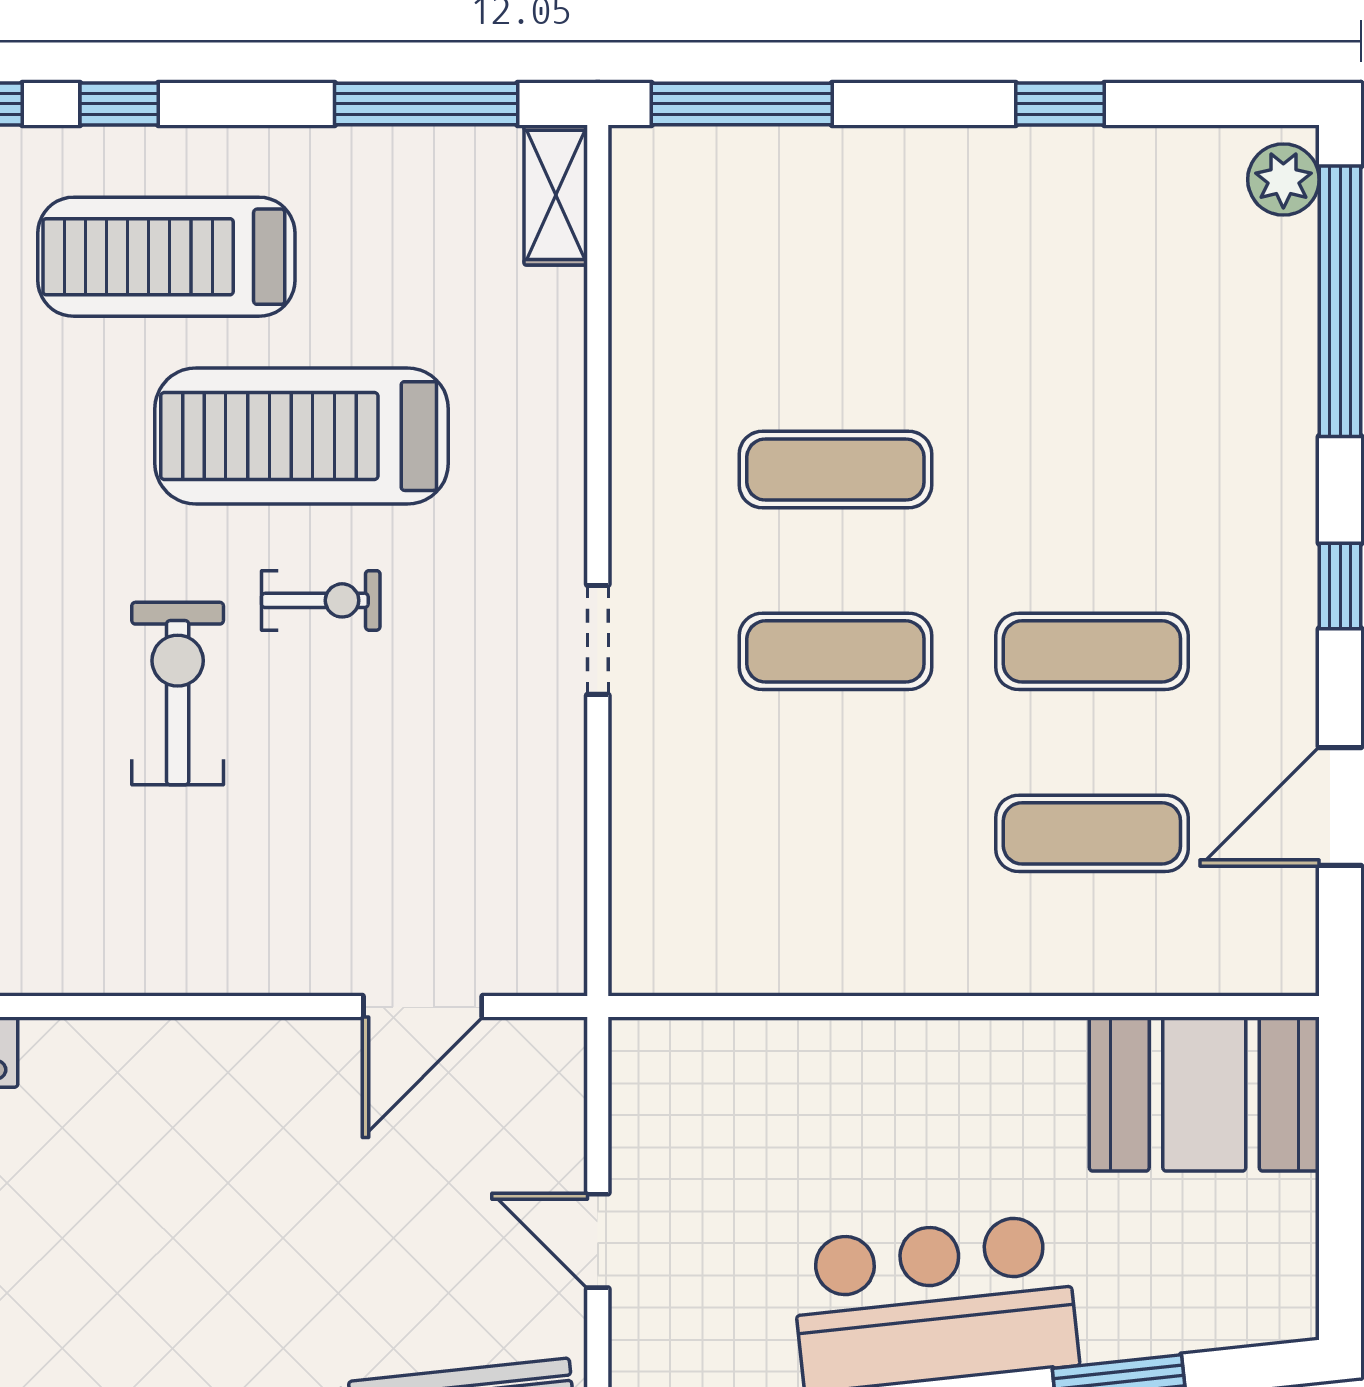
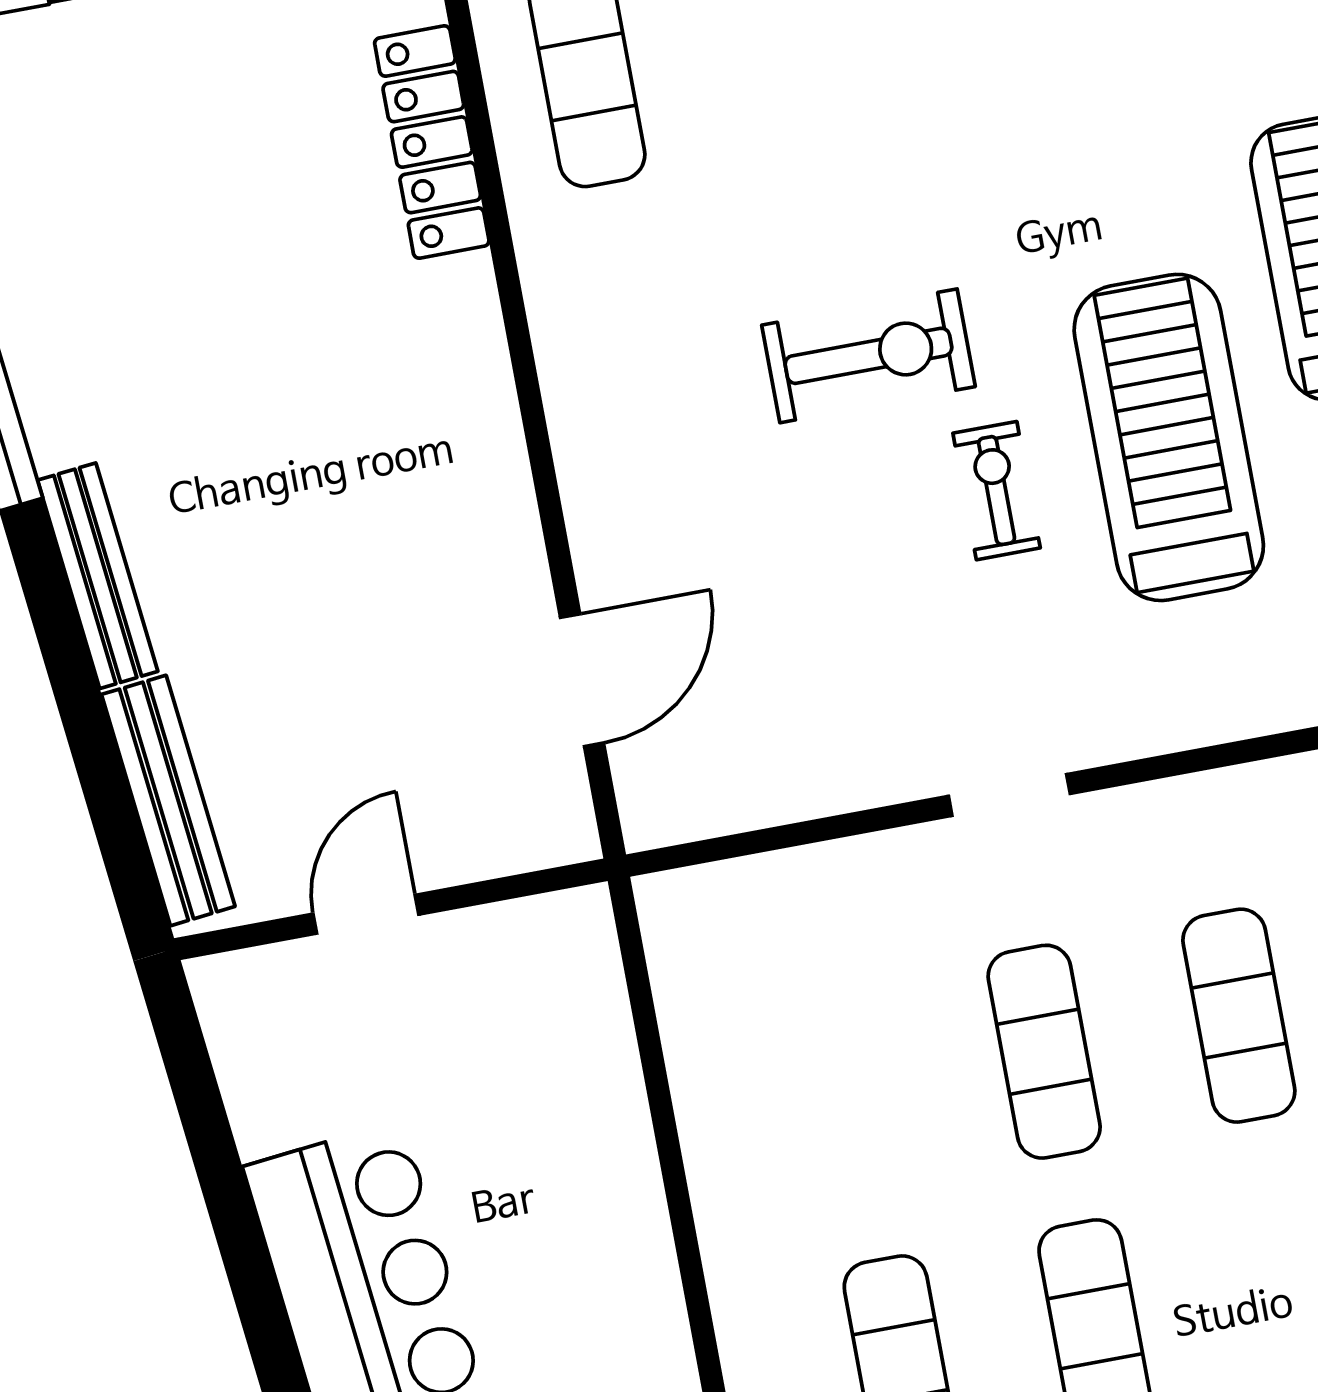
exercise bike: (321, 600) -> (997, 491), turned 180
door: (423, 1007) -> (582, 680), swing flipped

